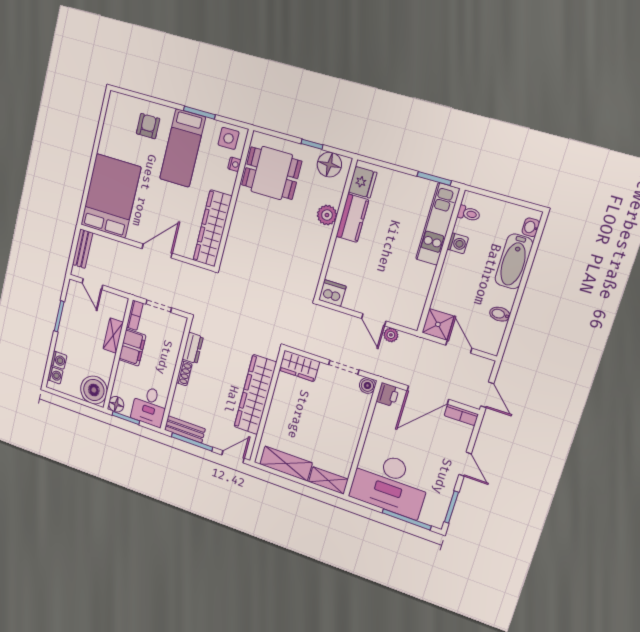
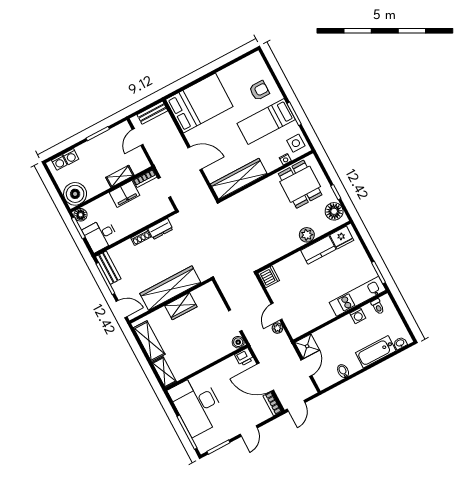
wardrobe: (299, 366) -> (181, 306), moved, turned -90

